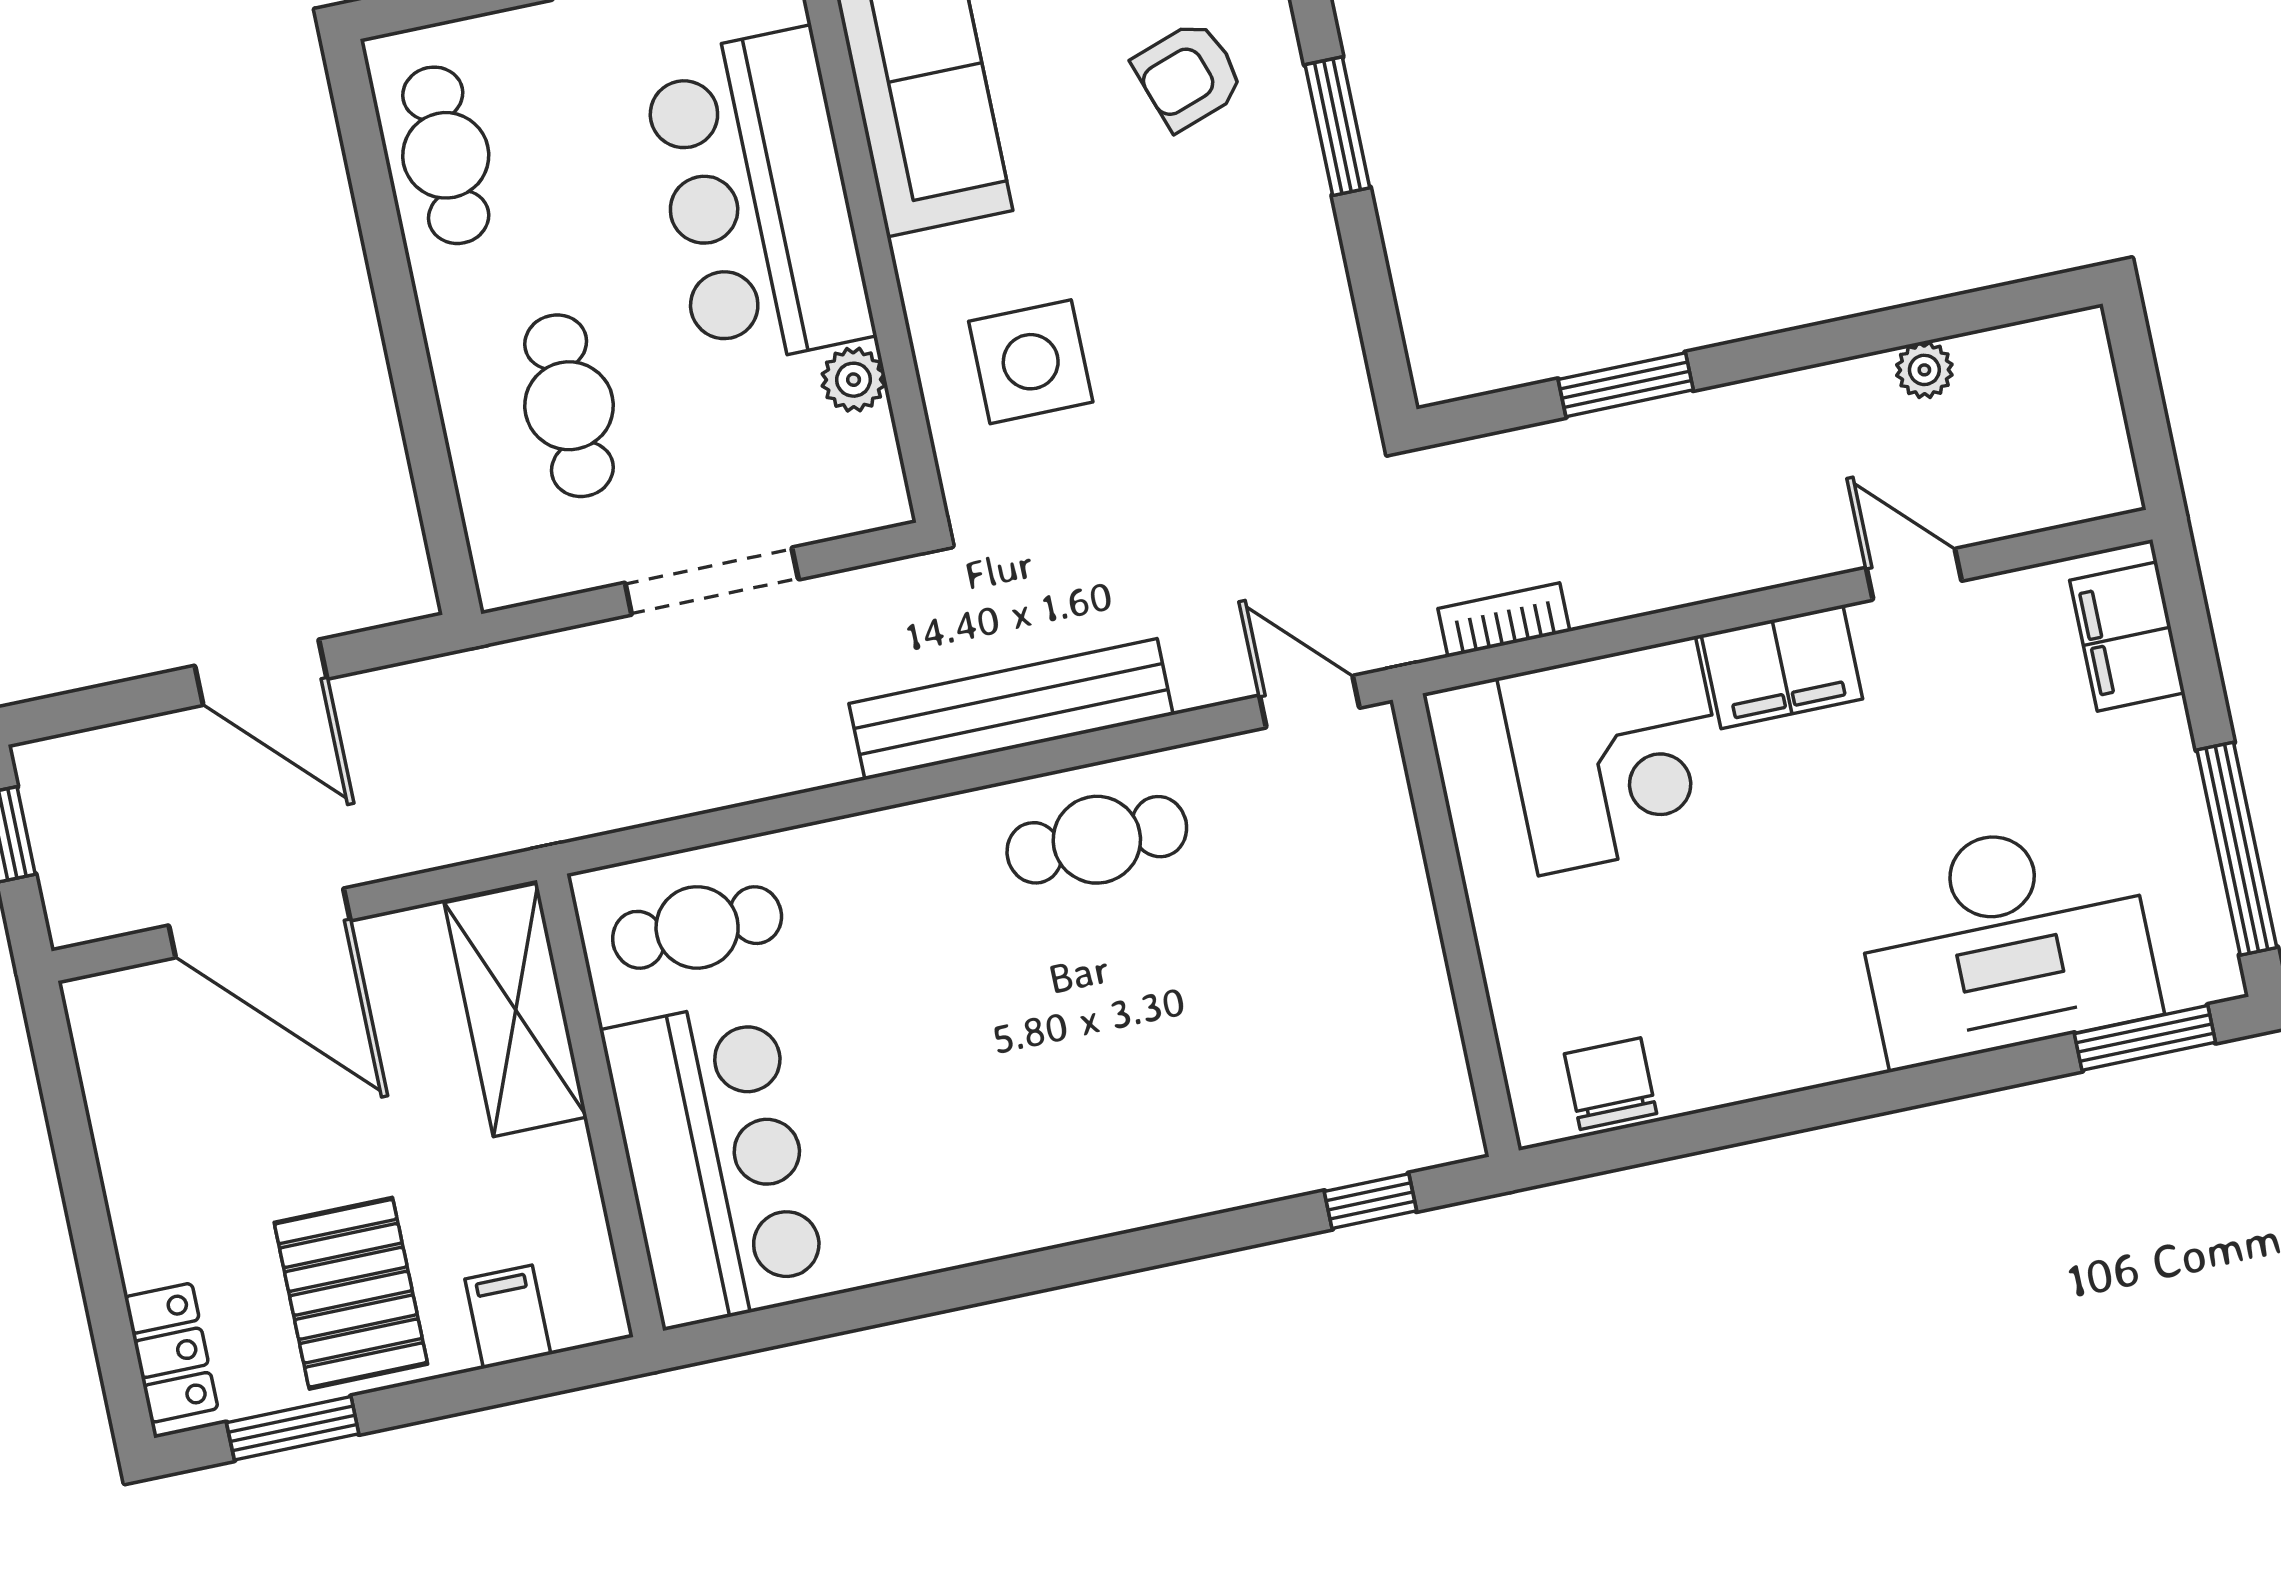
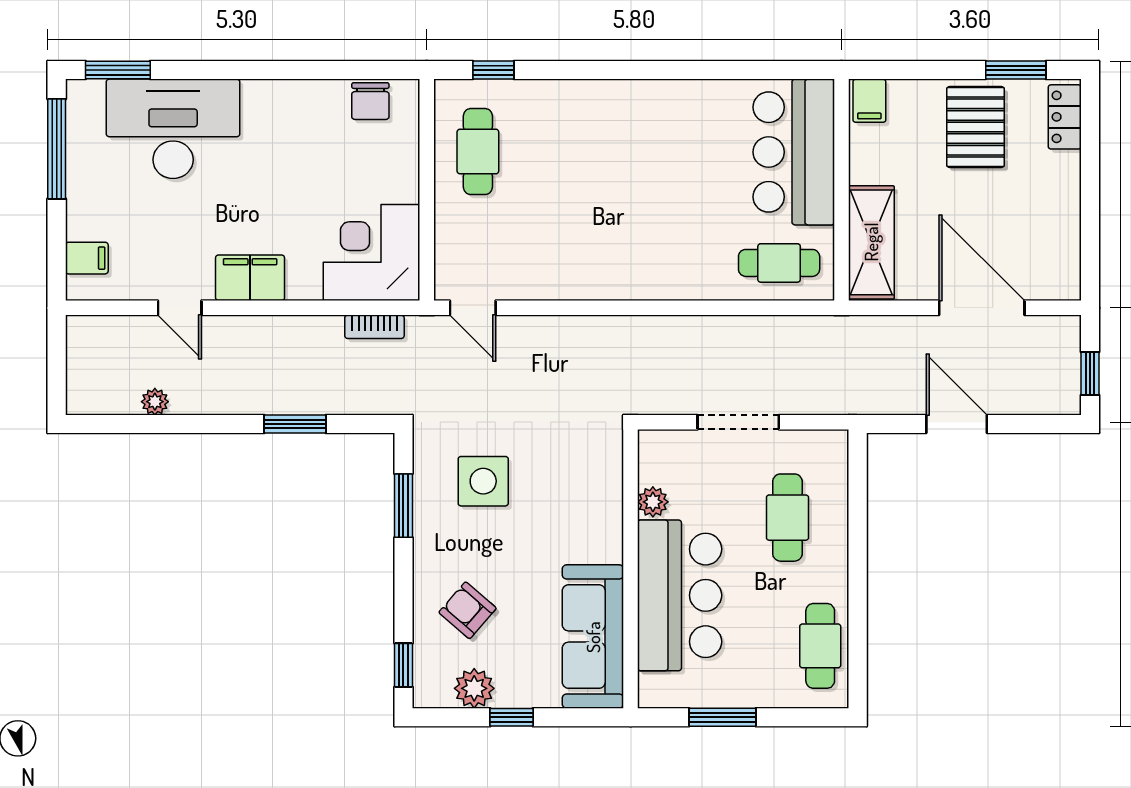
armchair: (1189, 75) -> (468, 610), turned -120
window: (1337, 126) -> (403, 506), moved
side table: (1031, 362) -> (483, 481), moved
filing cabinet: (2127, 636) -> (87, 258), width x0.50
bench: (1011, 709) -> (612, 334), removed
corner desk: (1617, 756) -> (371, 253), moved
cafe table: (1097, 840) -> (478, 152), moved, turned 90
filing cabinet: (508, 1317) -> (869, 101), moved

